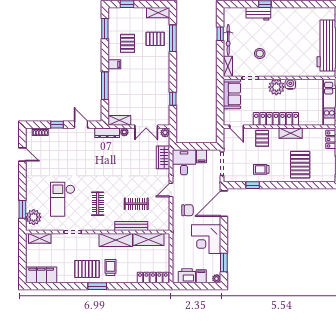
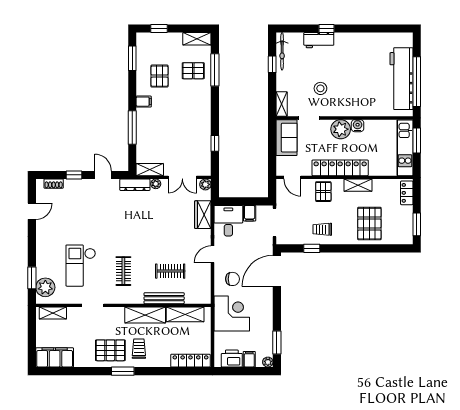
bicycle: (228, 40) -> (282, 51), moved
door: (22, 154) -> (32, 211), hinge flipped
corner desk: (206, 239) -> (232, 314), moved, turned 180

